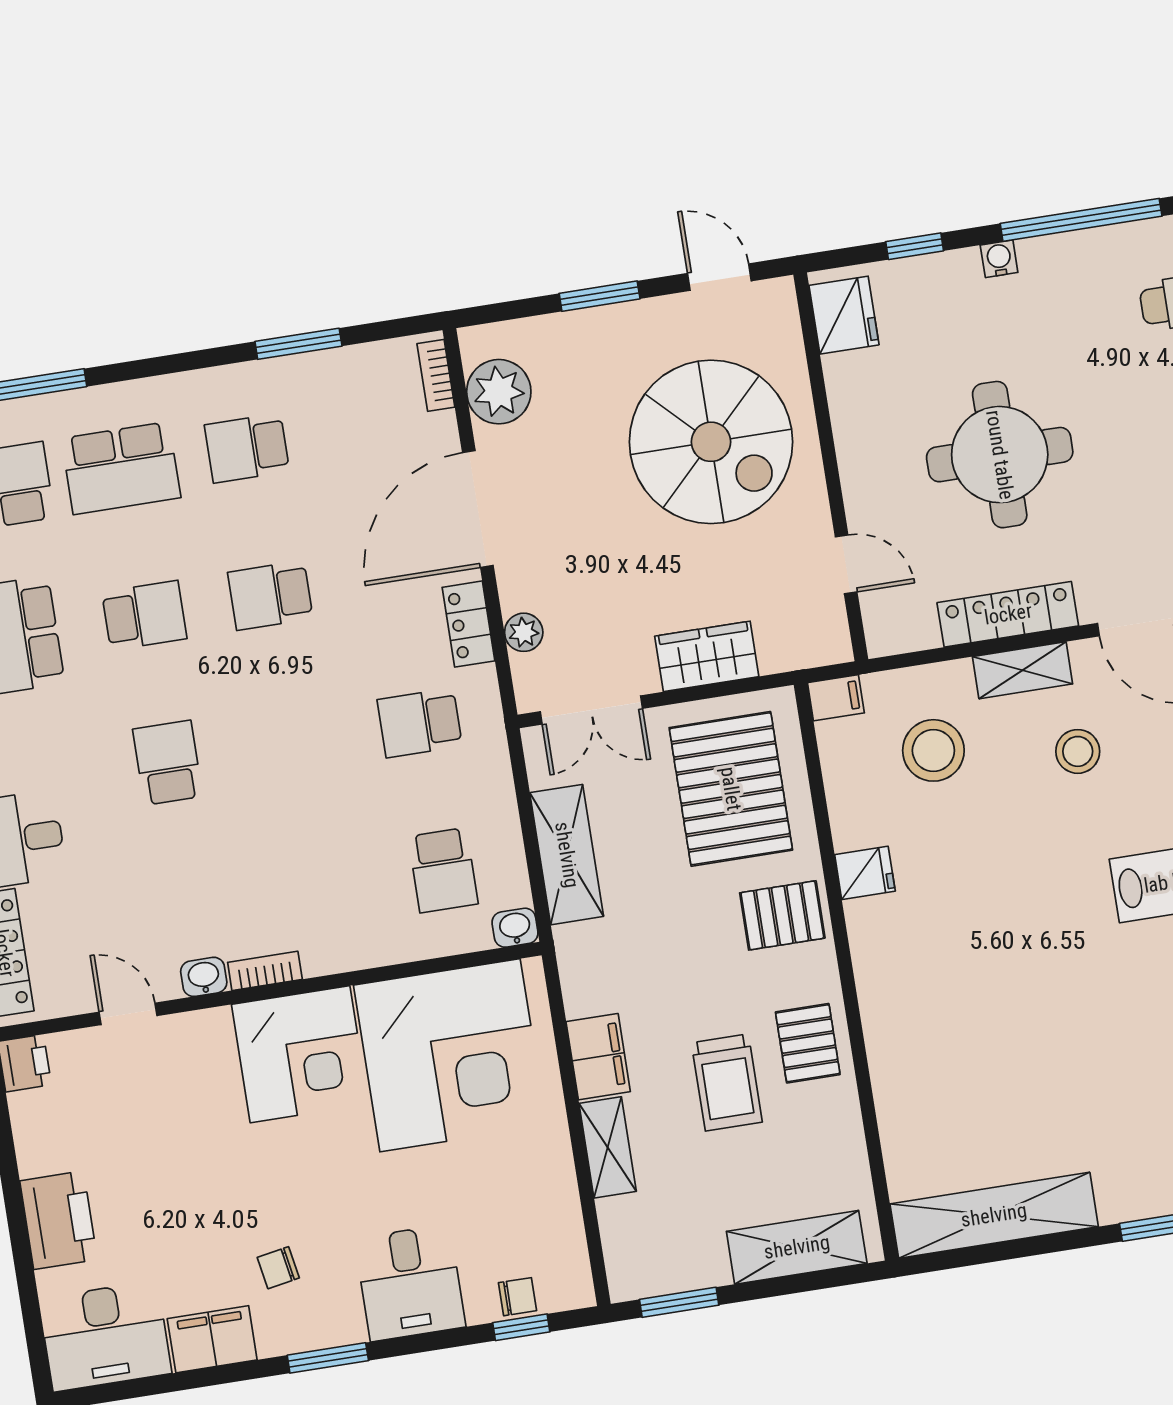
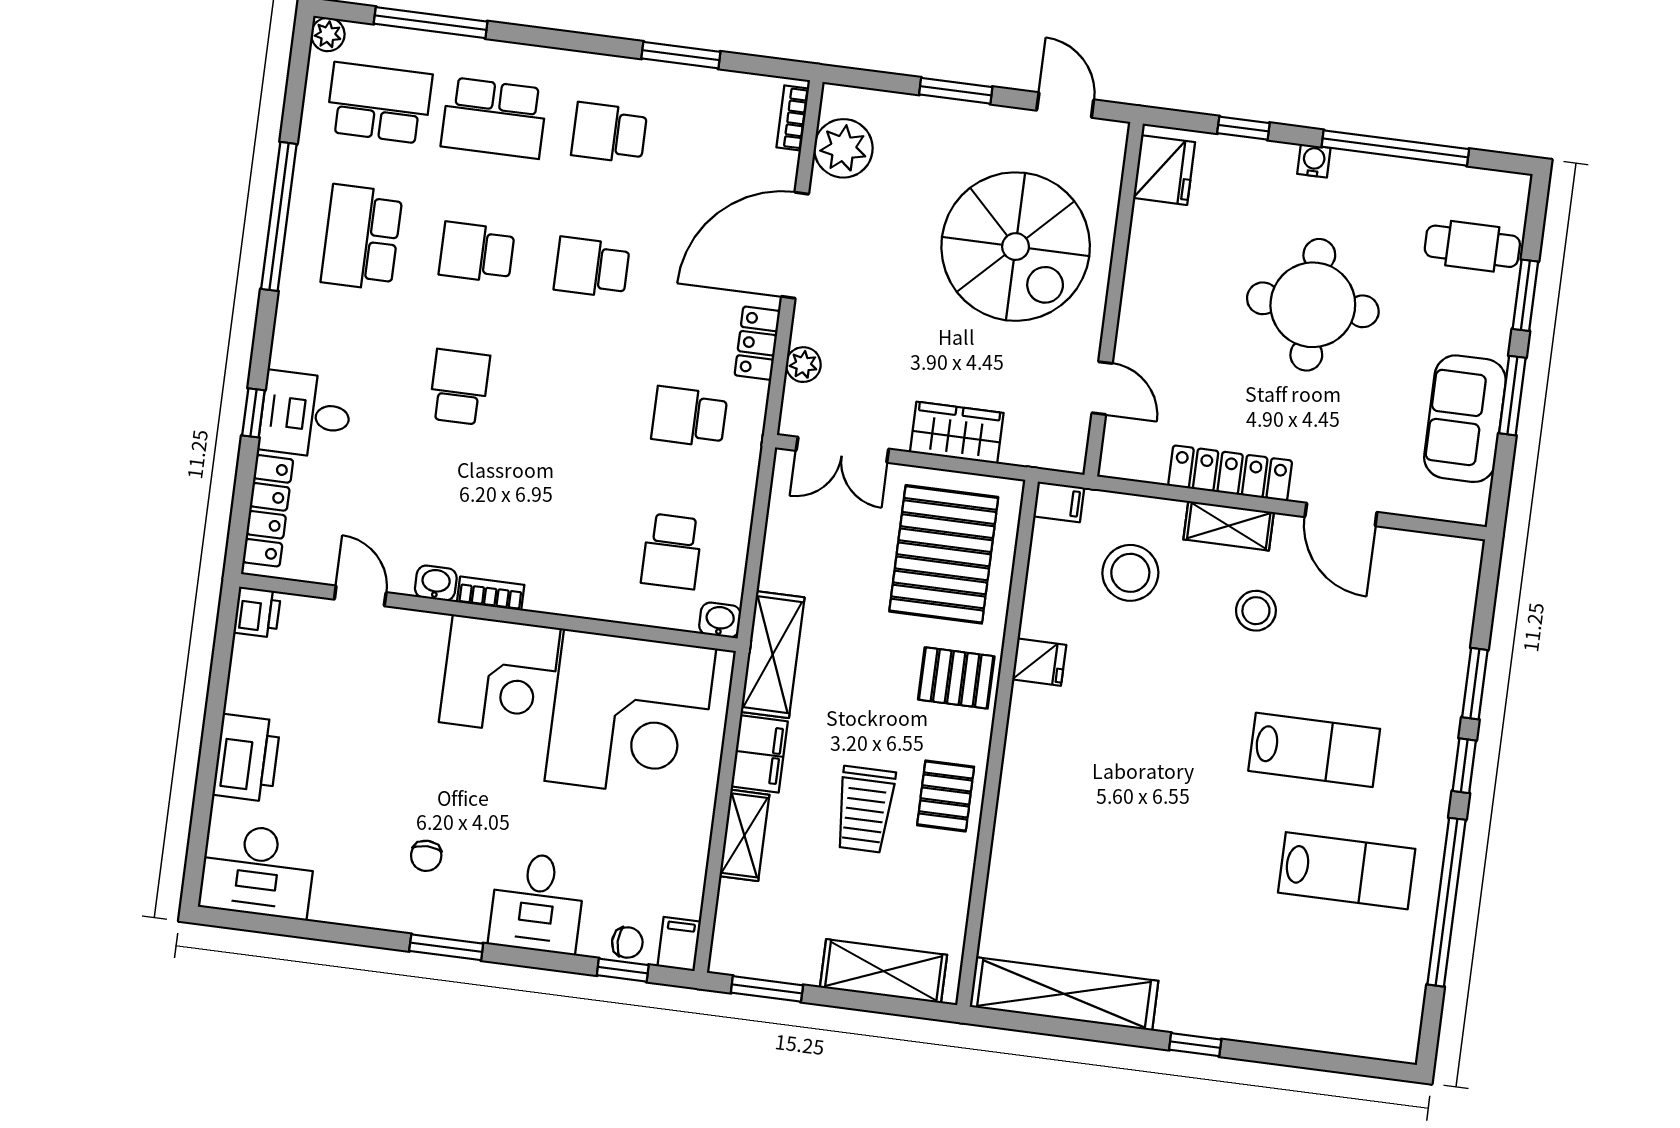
round table: (1000, 455) -> (1313, 305), moved
school desk: (144, 615) -> (477, 252), turned 180
shelving: (567, 855) -> (773, 655), moved
chair: (278, 1268) -> (426, 856), turned -80
filing cabinet: (212, 1339) -> (679, 944), moved, width x0.50

